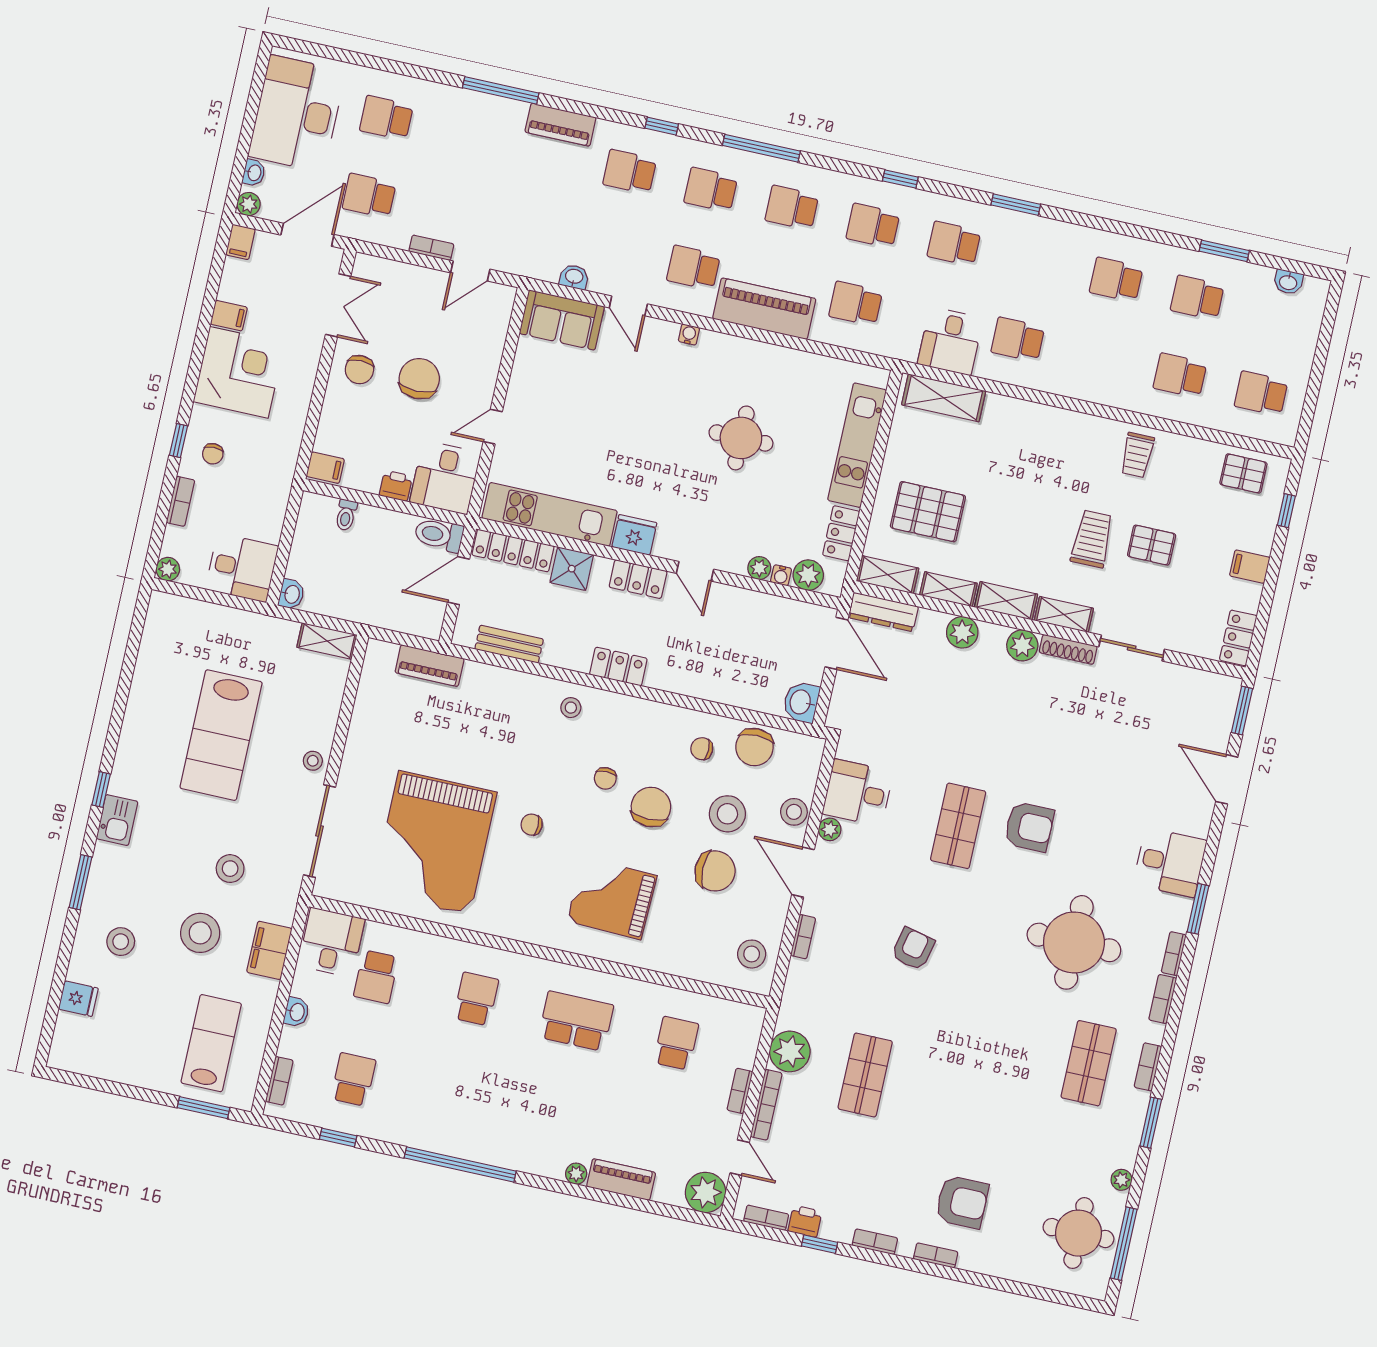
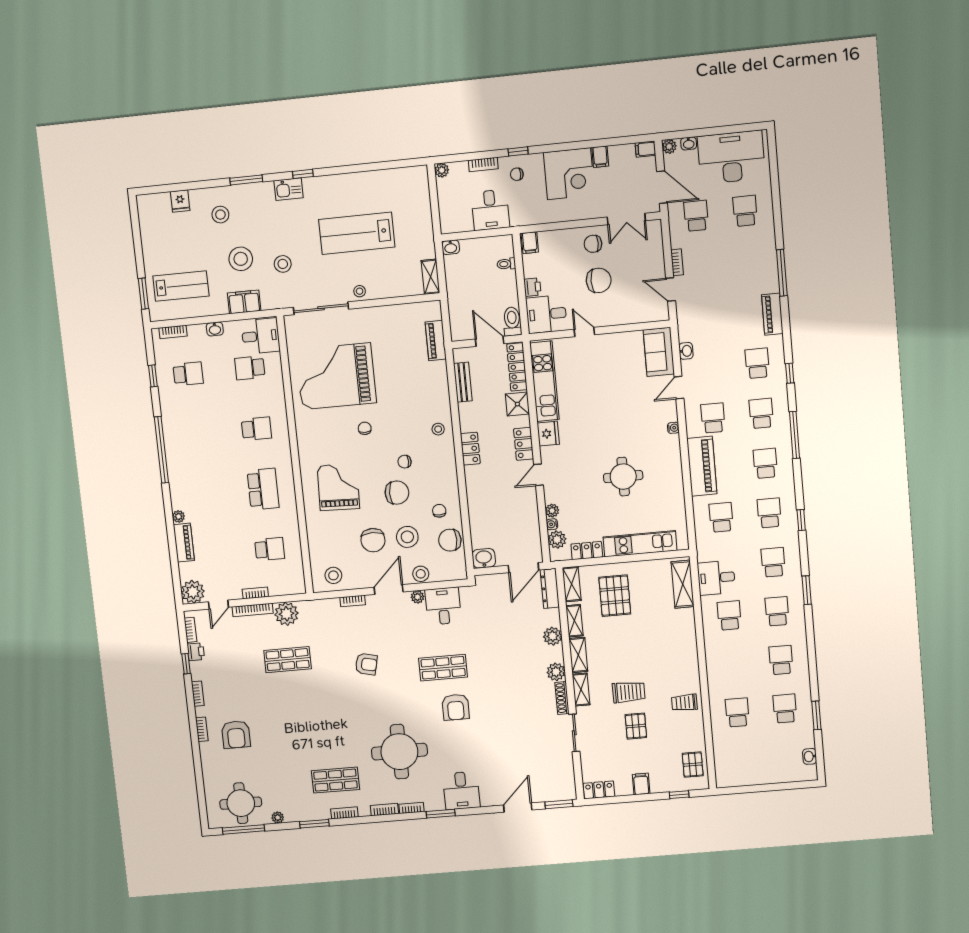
school desk: (1261, 393) -> (777, 611), moved
desk: (242, 568) -> (490, 210), moved

